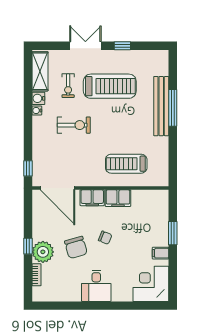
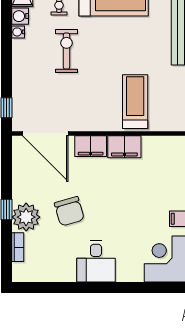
exercise bike: (74, 125) -> (67, 51), turned -90
treadmill: (126, 164) -> (135, 102), turned 90
chair: (105, 238) -> (108, 198), removed

